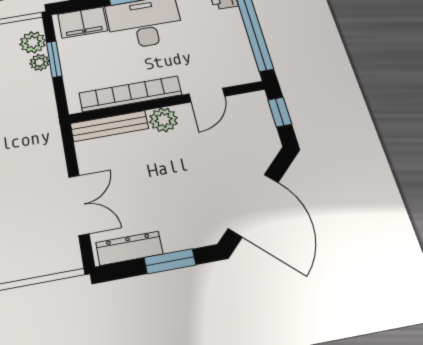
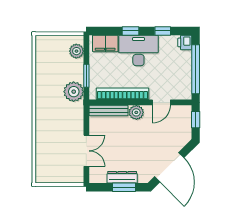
window: (54, 59) -> (86, 76), moved
plant: (40, 62) -> (74, 92), moved, width x1.87, depth x1.87
dresser: (129, 248) -> (122, 177), moved

